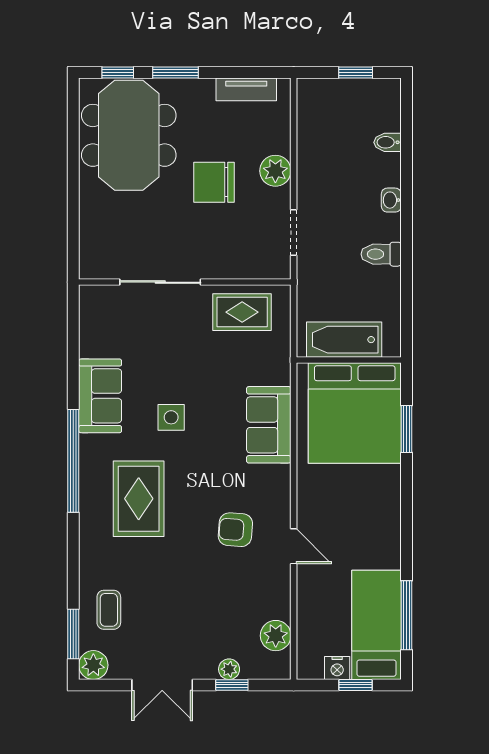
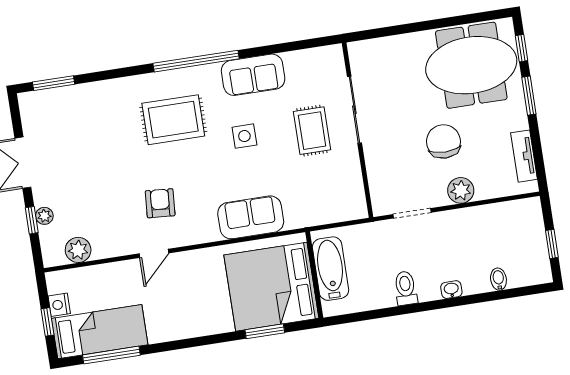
rug: (242, 312) -> (312, 131), moved
coffee table: (109, 610) -> (78, 109), removed
plant: (93, 665) -> (31, 104), removed

